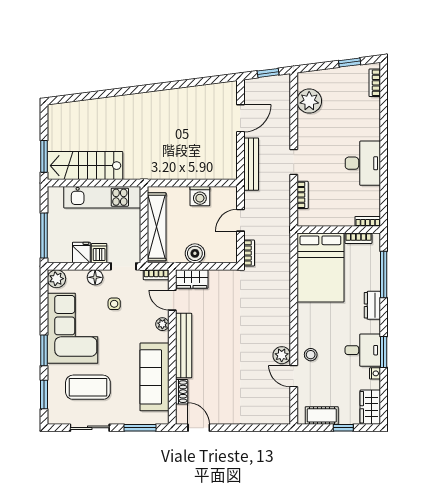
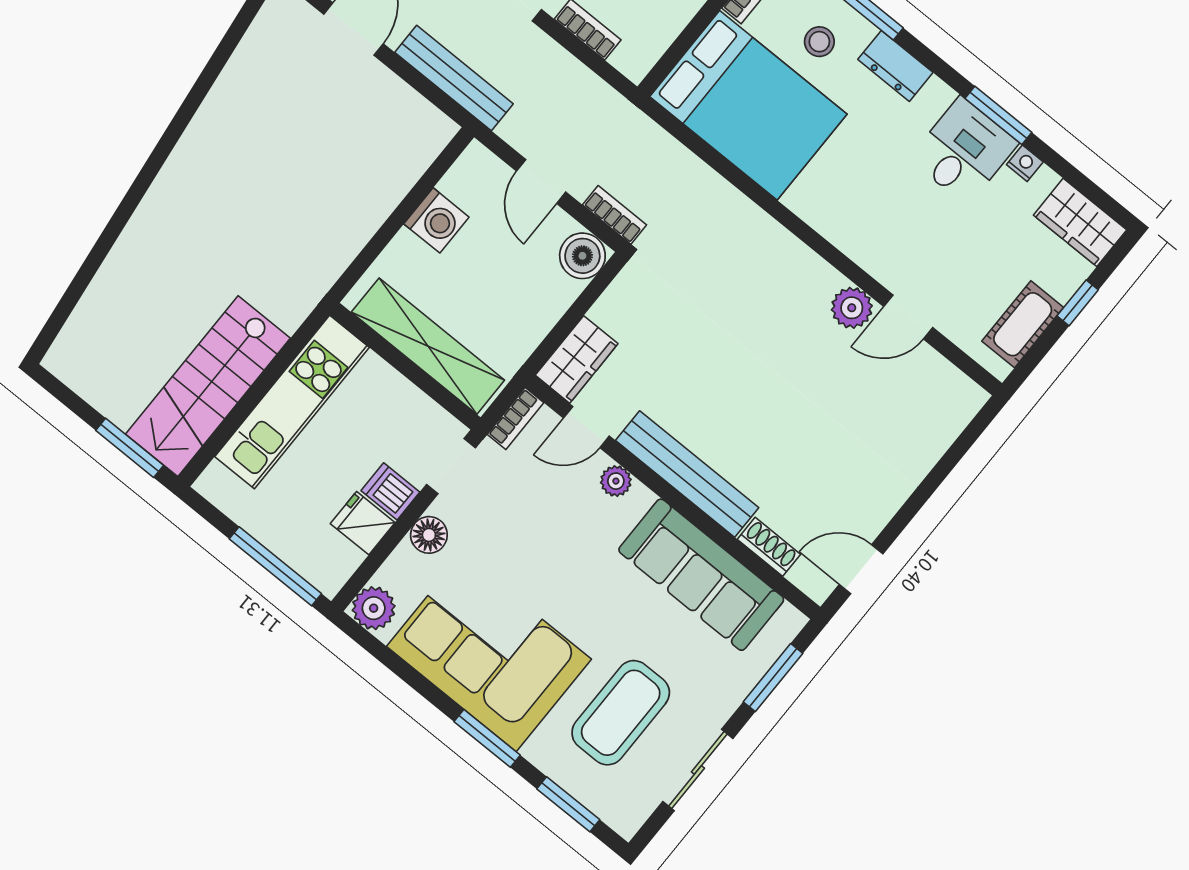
boiler: (195, 253) -> (582, 256), moved
side table: (114, 304) -> (506, 539), removed
stool: (311, 355) -> (819, 42), moved

